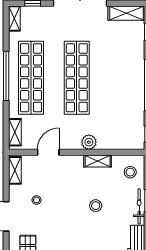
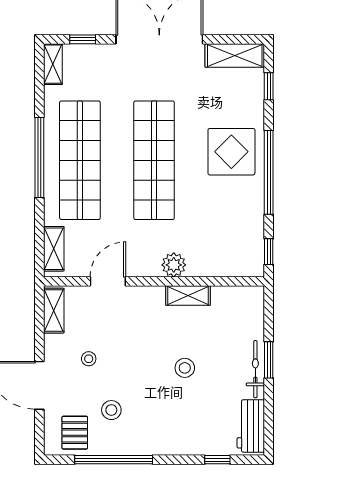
display table: (124, 72) -> (231, 152), added
stool: (130, 172) -> (111, 410), moved

